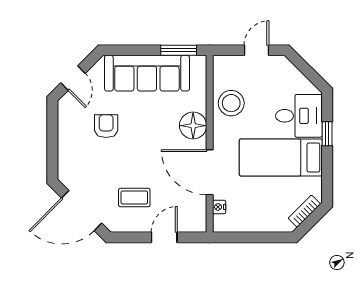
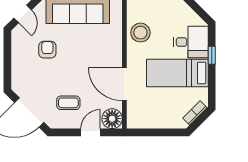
floor lamp: (193, 126) -> (112, 119), moved
nightstand: (219, 207) -> (131, 110), removed

